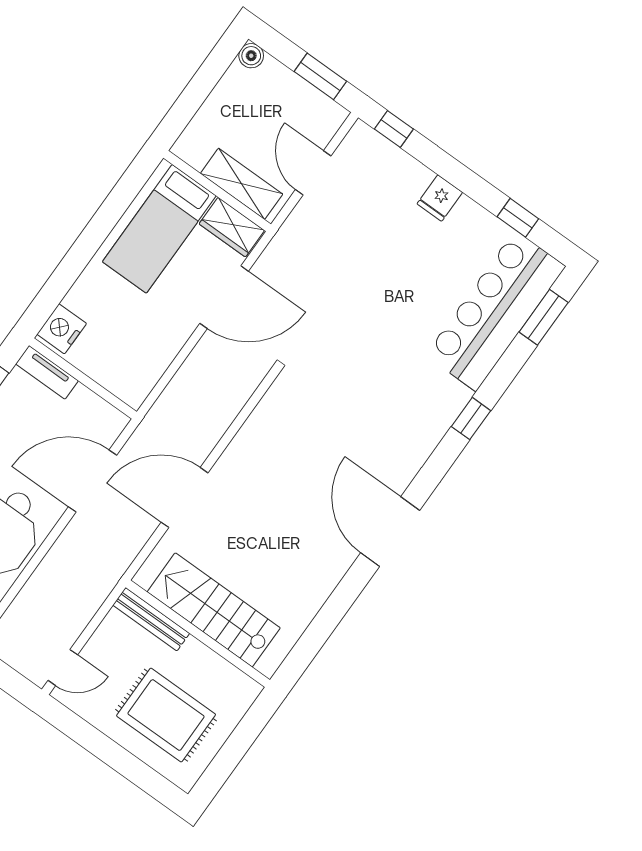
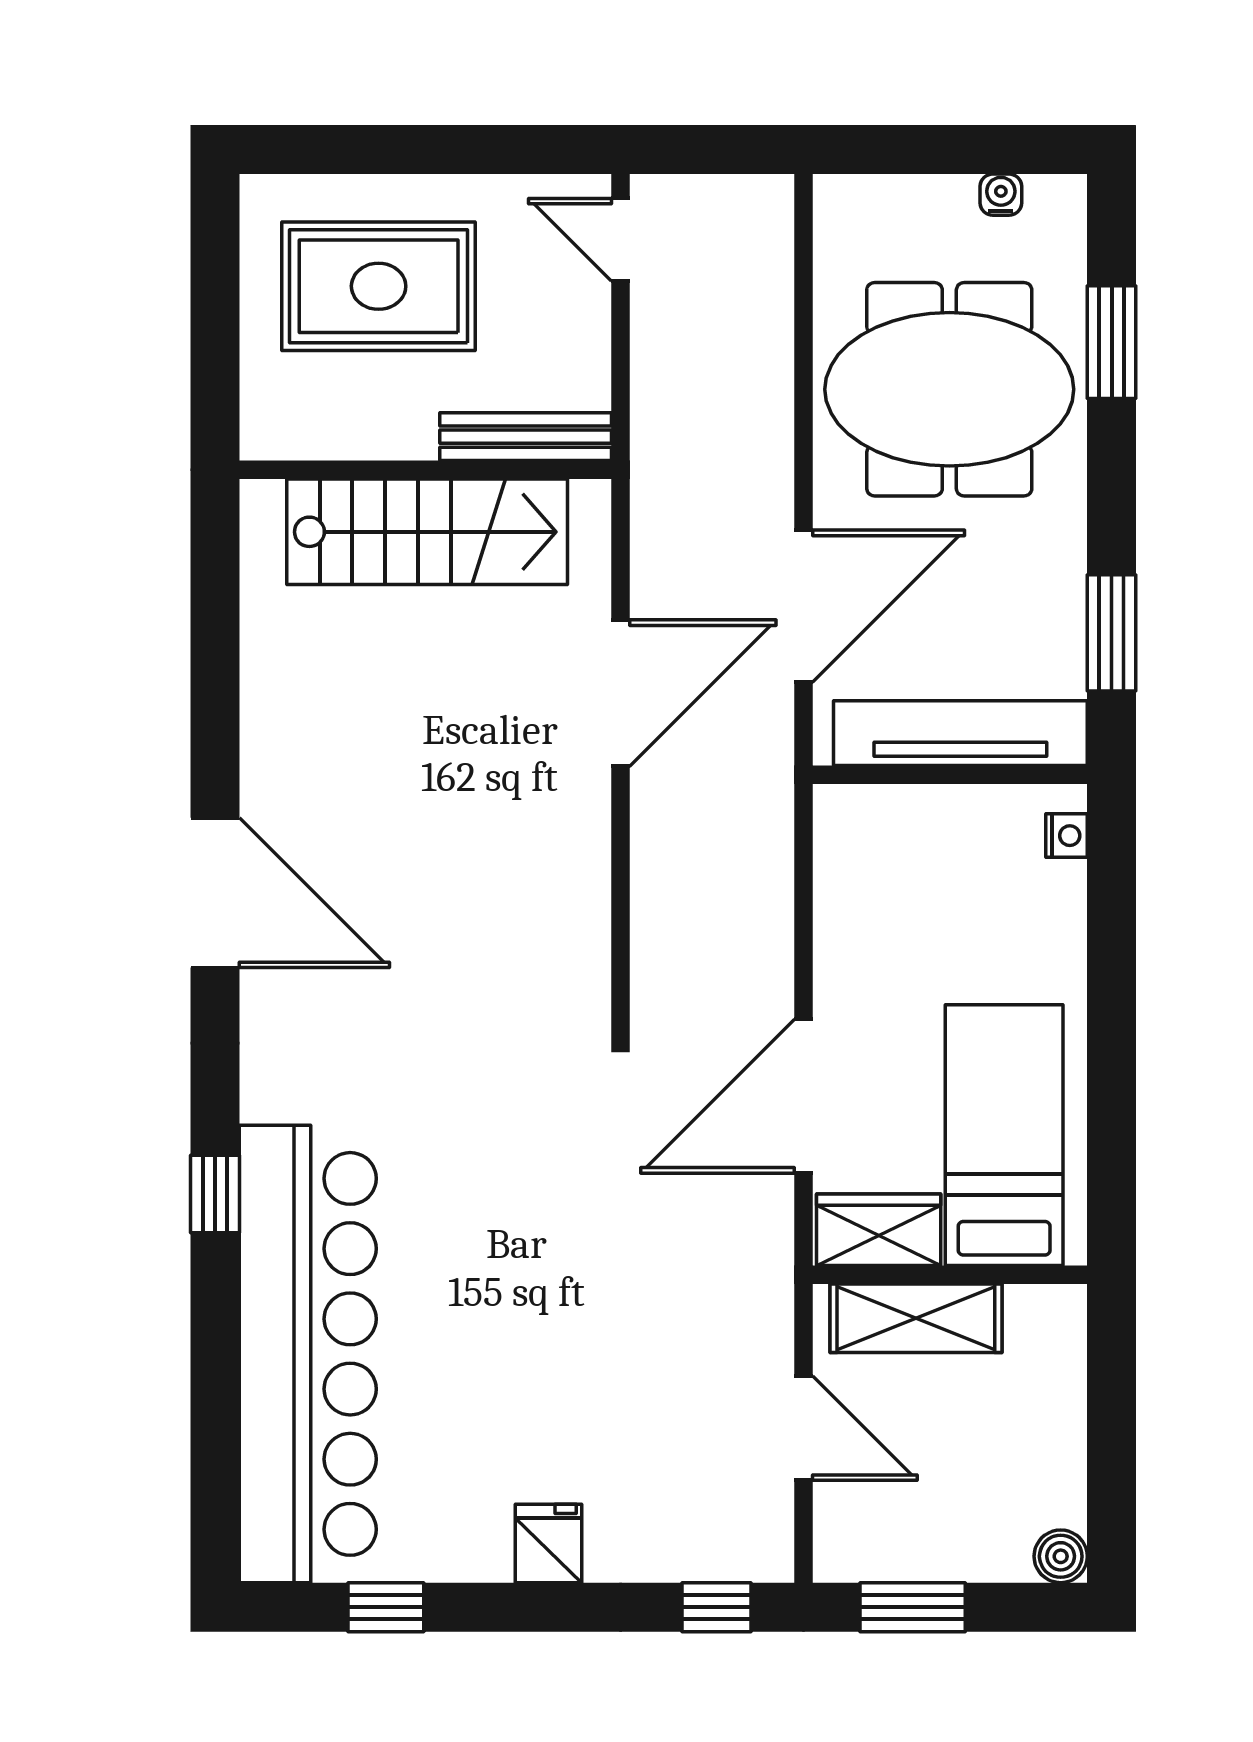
bar counter: (496, 311) -> (308, 1354), width x1.36
window: (544, 317) -> (215, 1464), removed
nightstand: (62, 329) -> (1066, 836), width x0.53, depth x0.56
tv unit: (47, 372) -> (960, 733), width x1.92, depth x1.29
door: (63, 667) -> (621, 240), hinge flipped

